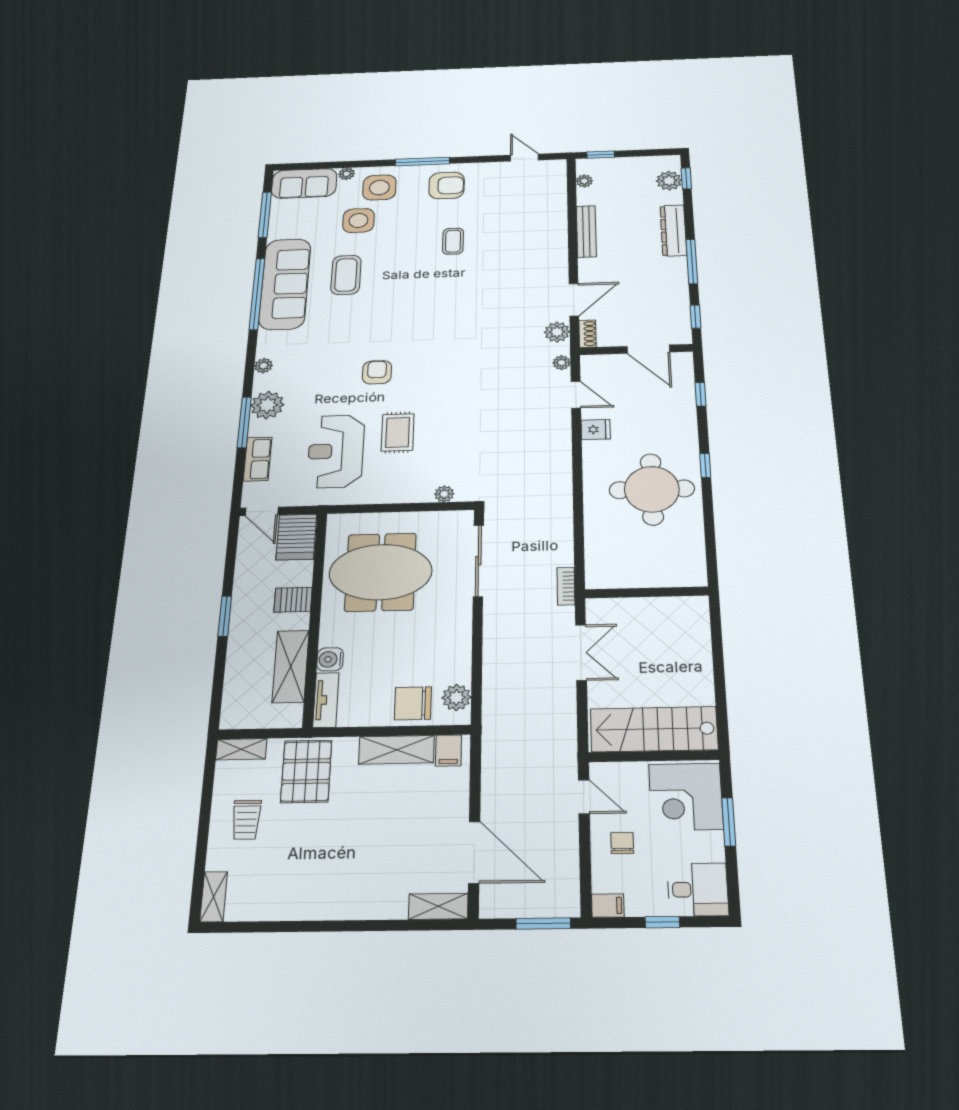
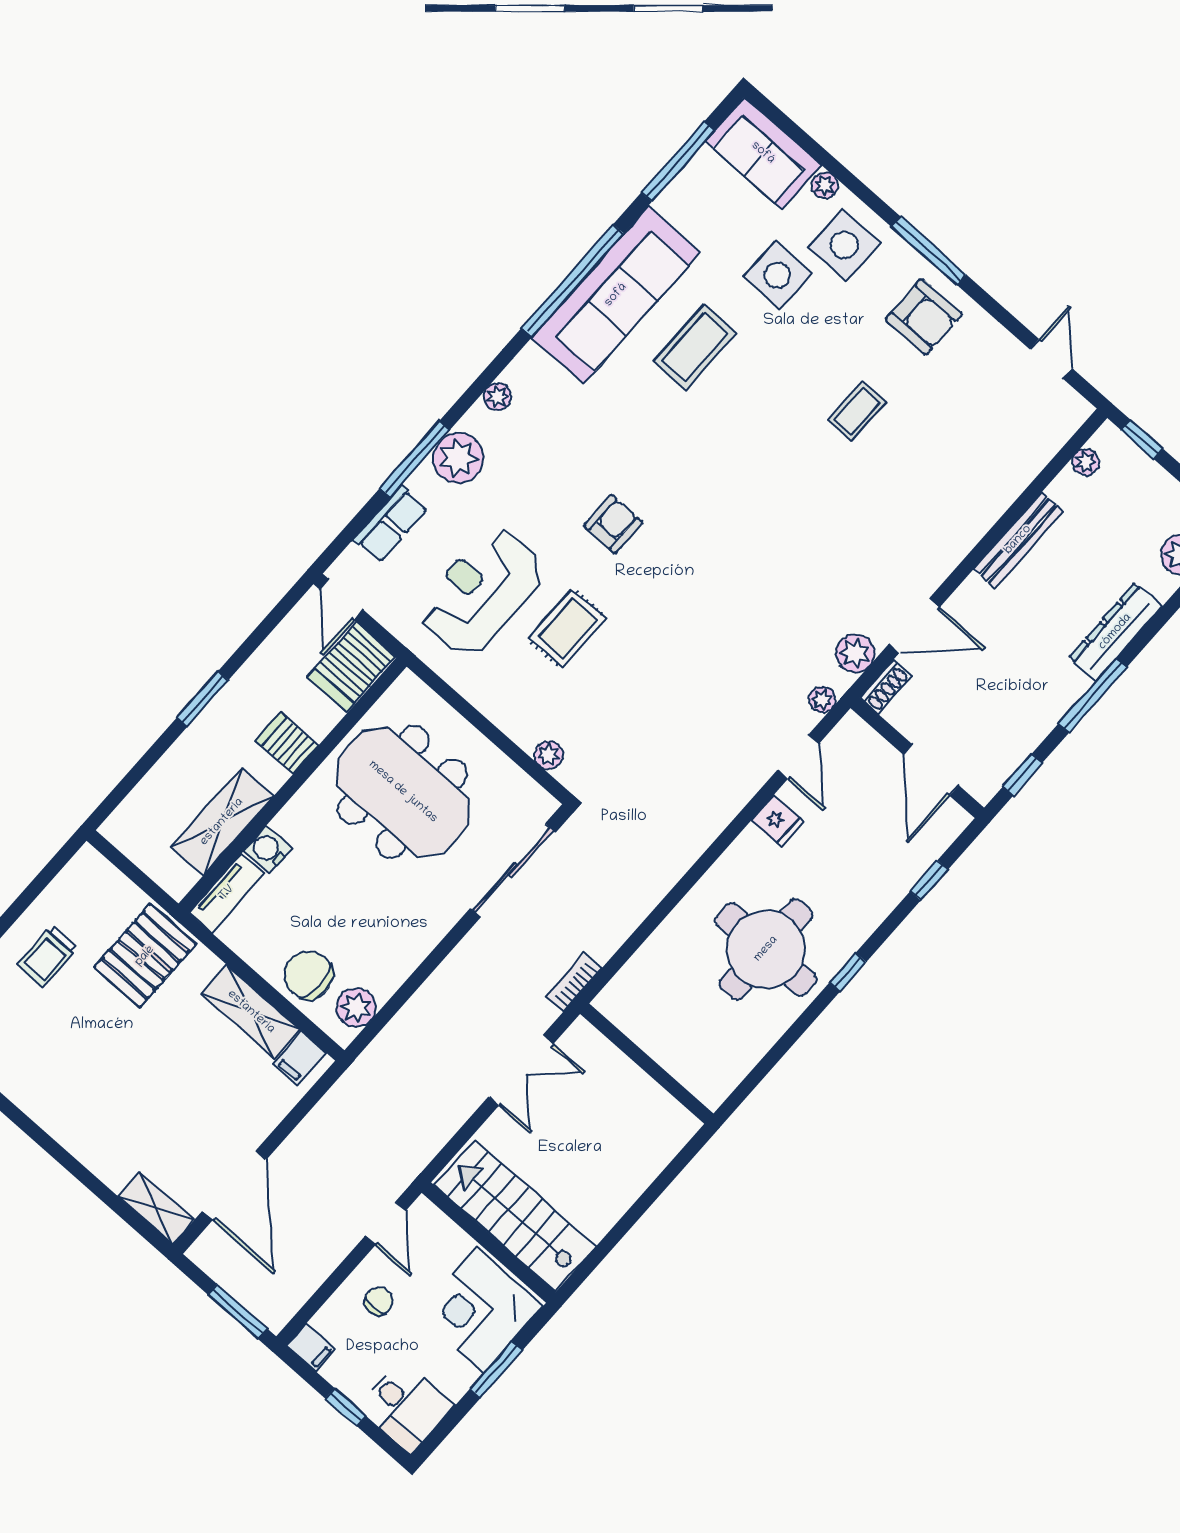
shelving: (241, 749) -> (101, 873), removed

